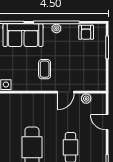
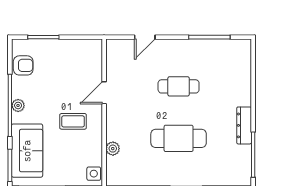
door: (66, 92) -> (104, 93), swing flipped
plant: (86, 99) -> (113, 149), moved

